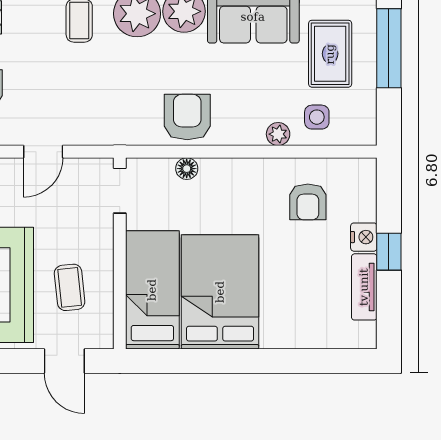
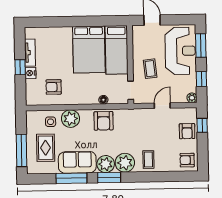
plant: (278, 134) -> (71, 119), width x1.87, depth x1.87
armchair: (308, 202) -> (54, 87), turned -90
coffee table: (70, 287) -> (150, 69), moved

